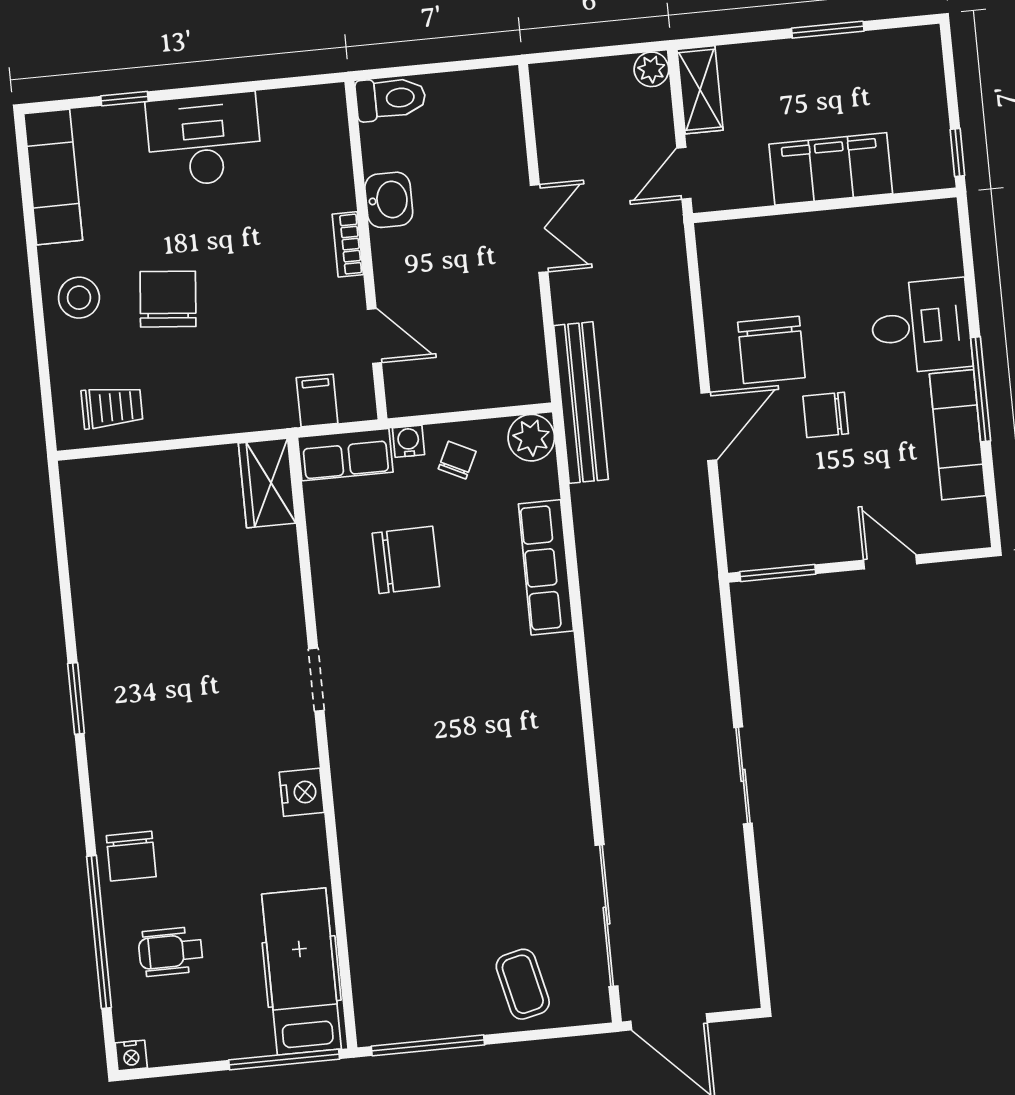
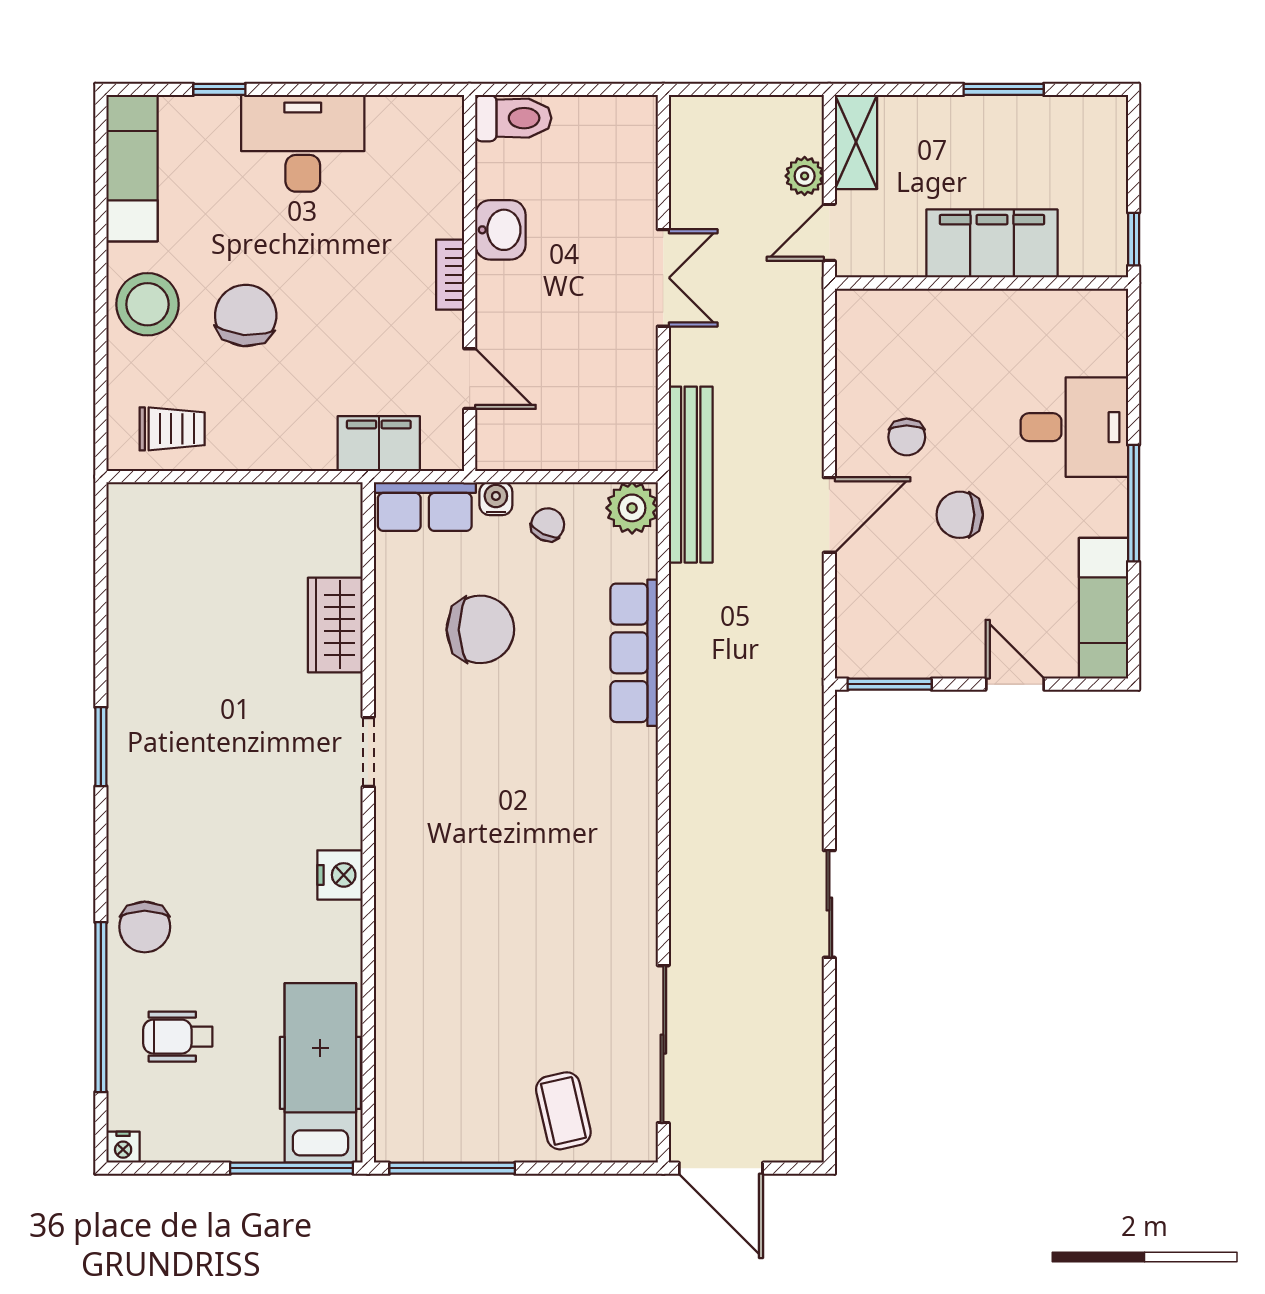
plant: (651, 69) -> (805, 176), moved
stool: (79, 298) -> (147, 304), width x1.38, depth x1.38
chair: (771, 350) -> (907, 437), width x0.54, depth x0.54
filing cabinet: (317, 400) -> (379, 444), width x2.00
exam couch: (958, 435) -> (1103, 608), moved
wardrobe: (267, 483) -> (335, 625), moved

